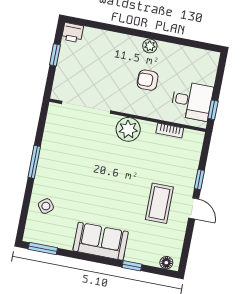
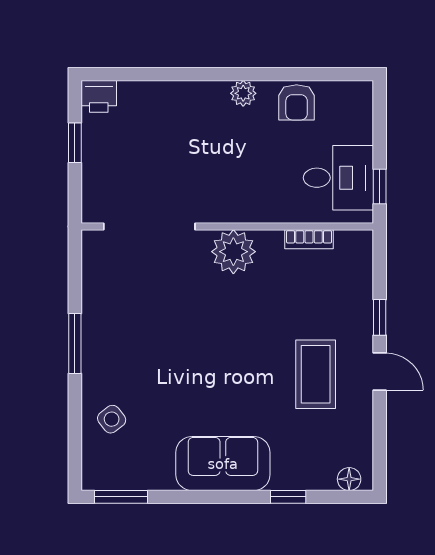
armchair: (148, 80) -> (297, 102), moved, turned -90

